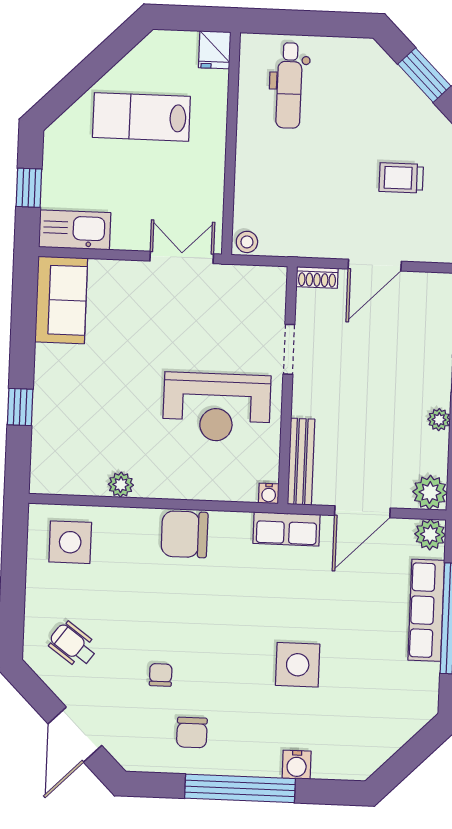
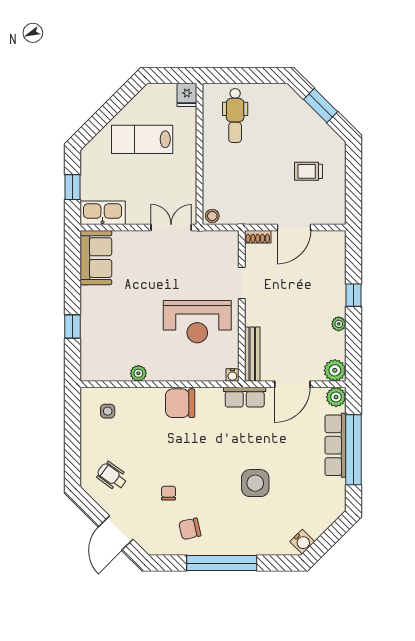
side table: (70, 542) -> (108, 411), width x0.54, depth x0.54
chair: (192, 733) -> (190, 529), turned 77
water cooler: (297, 765) -> (302, 542), moved, turned -45

